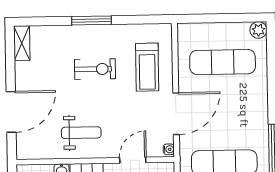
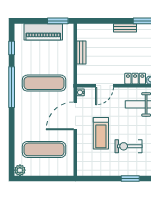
window: (92, 20) -> (130, 179), width x0.69
treadmill: (147, 67) -> (101, 133), moved, turned 180

